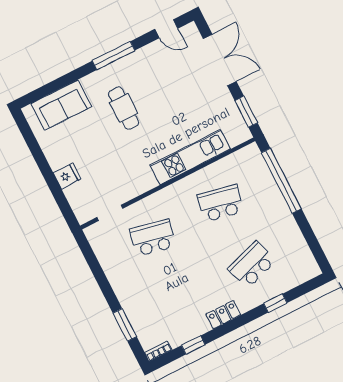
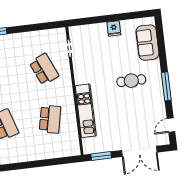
fridge: (67, 176) -> (114, 28), moved
window: (281, 181) -> (50, 162), removed
school desk: (153, 238) -> (44, 69), turned -36

